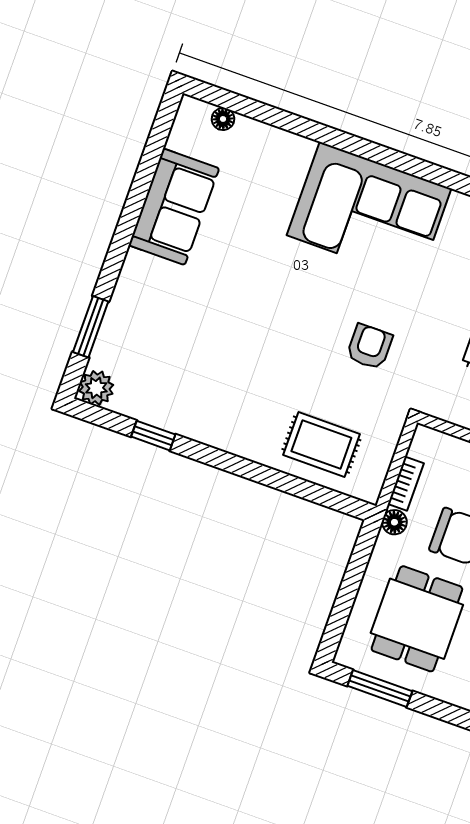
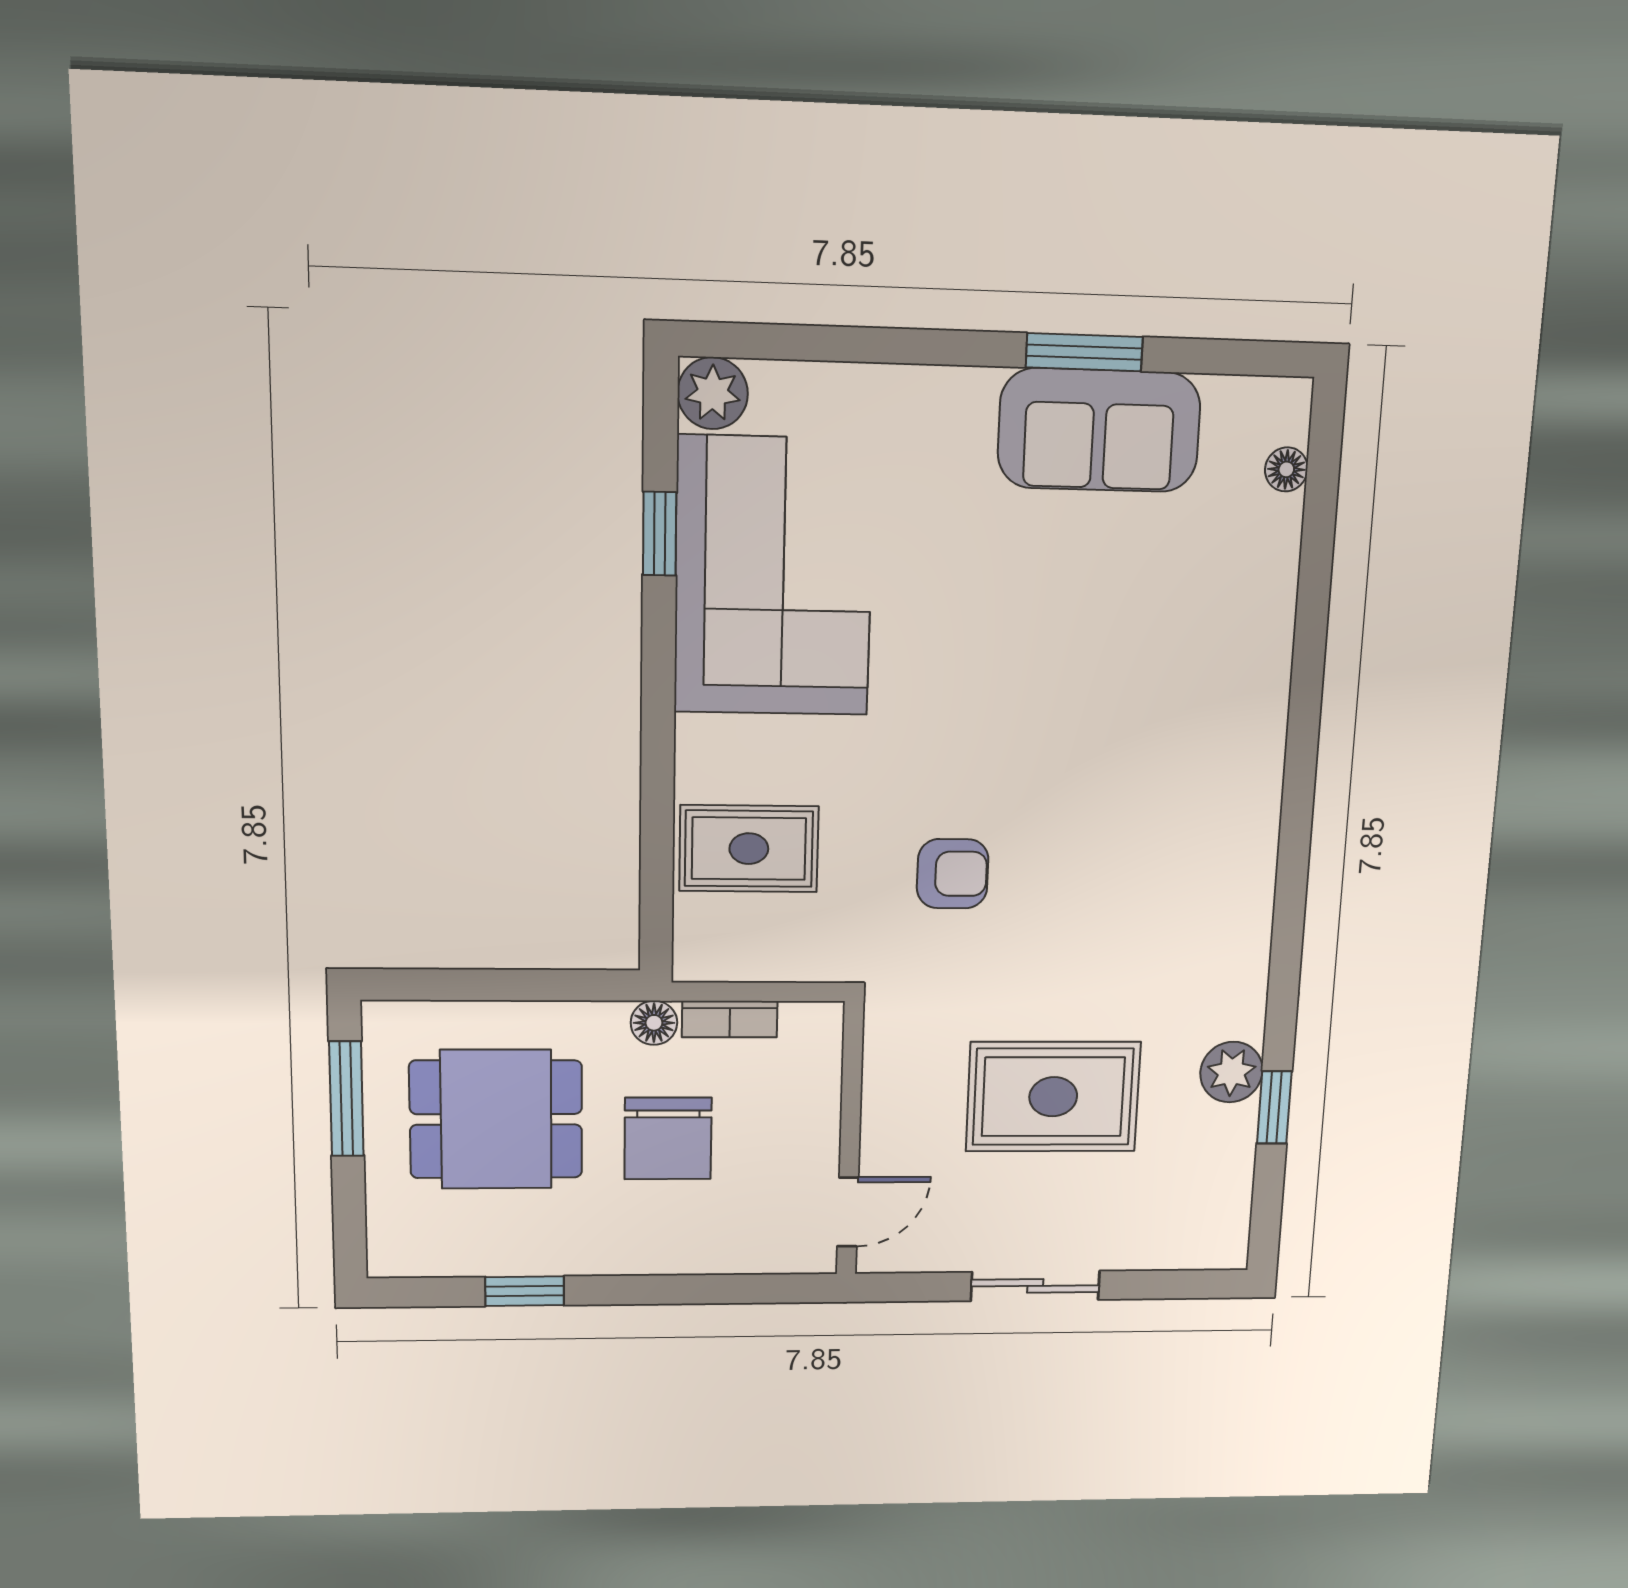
corner sofa: (369, 212) -> (774, 577), moved, turned 180
window: (91, 327) -> (1084, 352), moved
rug: (321, 445) -> (749, 849), turned 90

